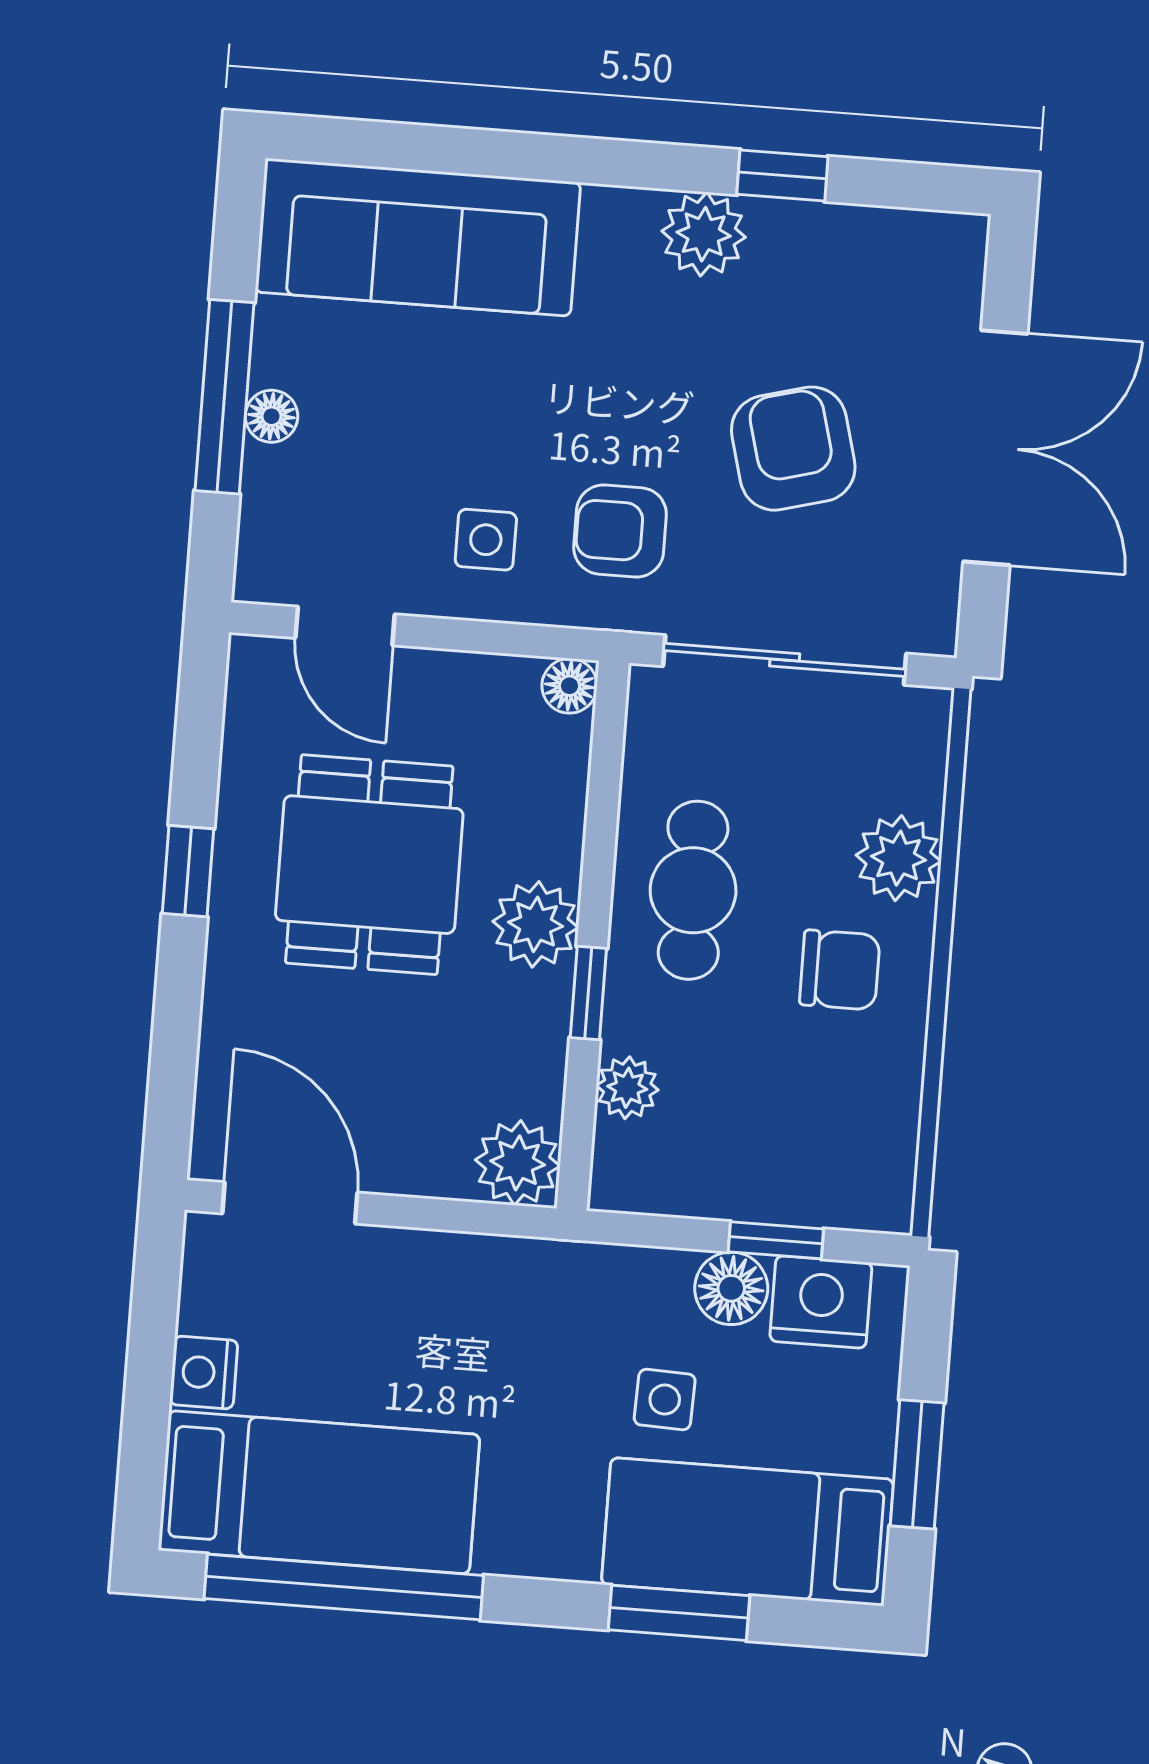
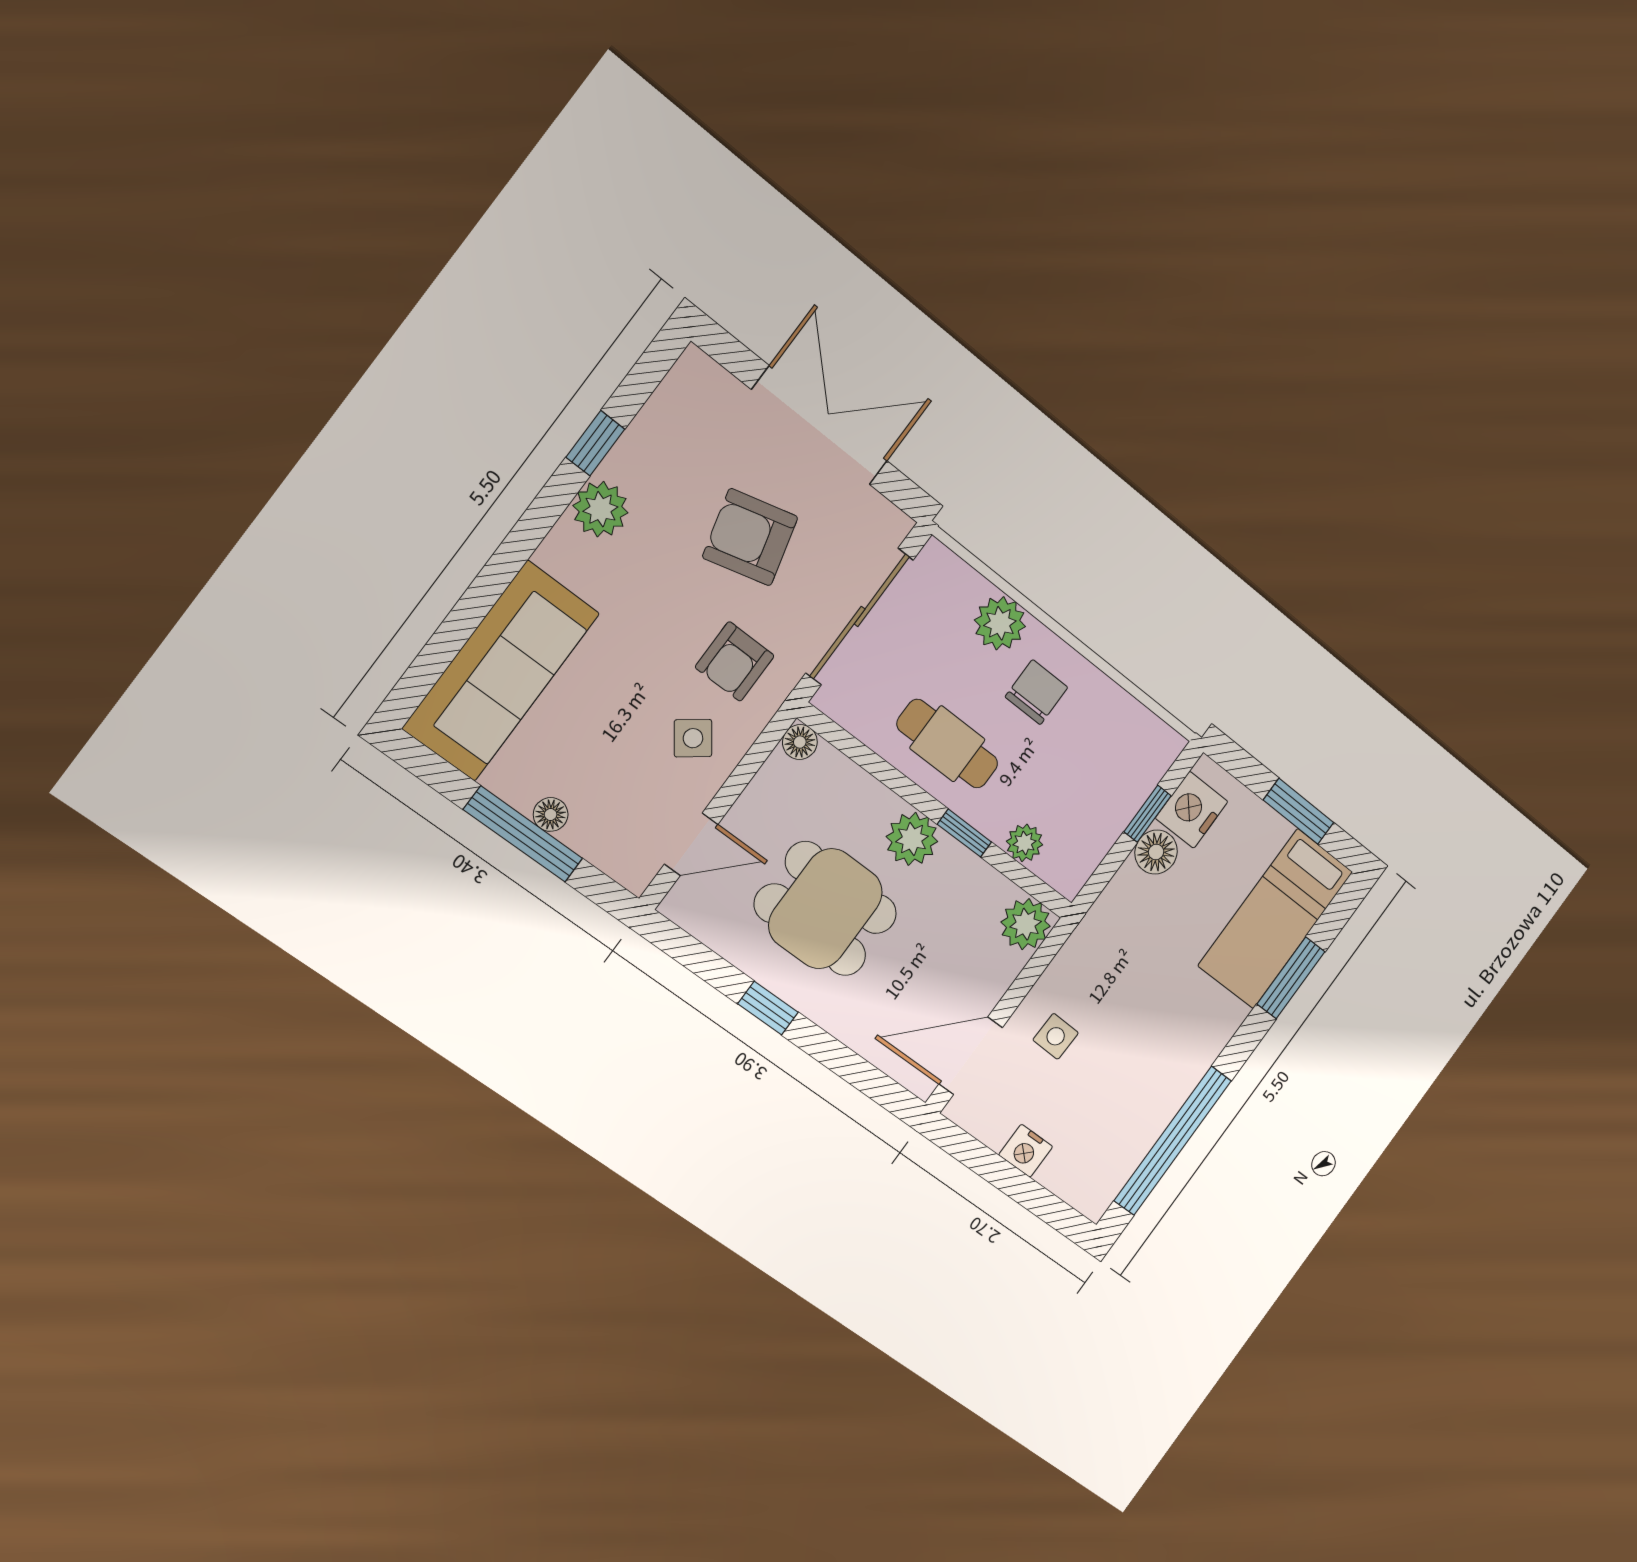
side table: (486, 540) -> (693, 738), turned -37
side table: (665, 1400) -> (1056, 1036), moved
bed: (319, 1492) -> (1120, 1126), removed

